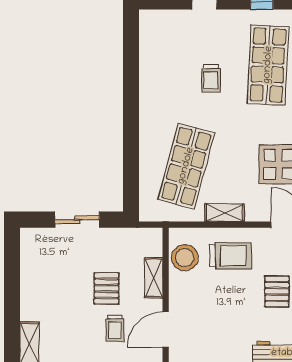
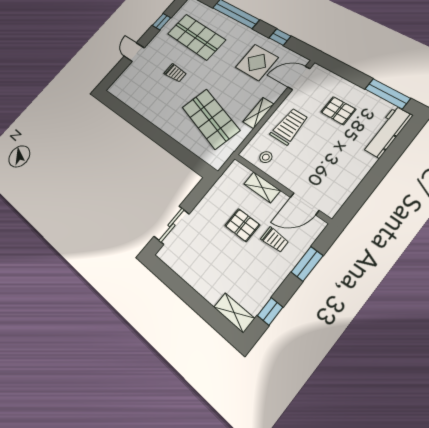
sliding door: (77, 220) -> (171, 225), moved
stool: (185, 258) -> (266, 157), width x0.53, depth x0.53
door: (166, 330) -> (305, 204), hinge flipped

